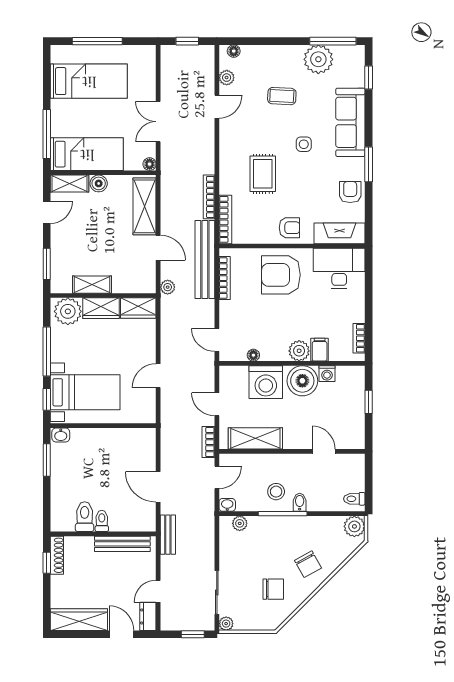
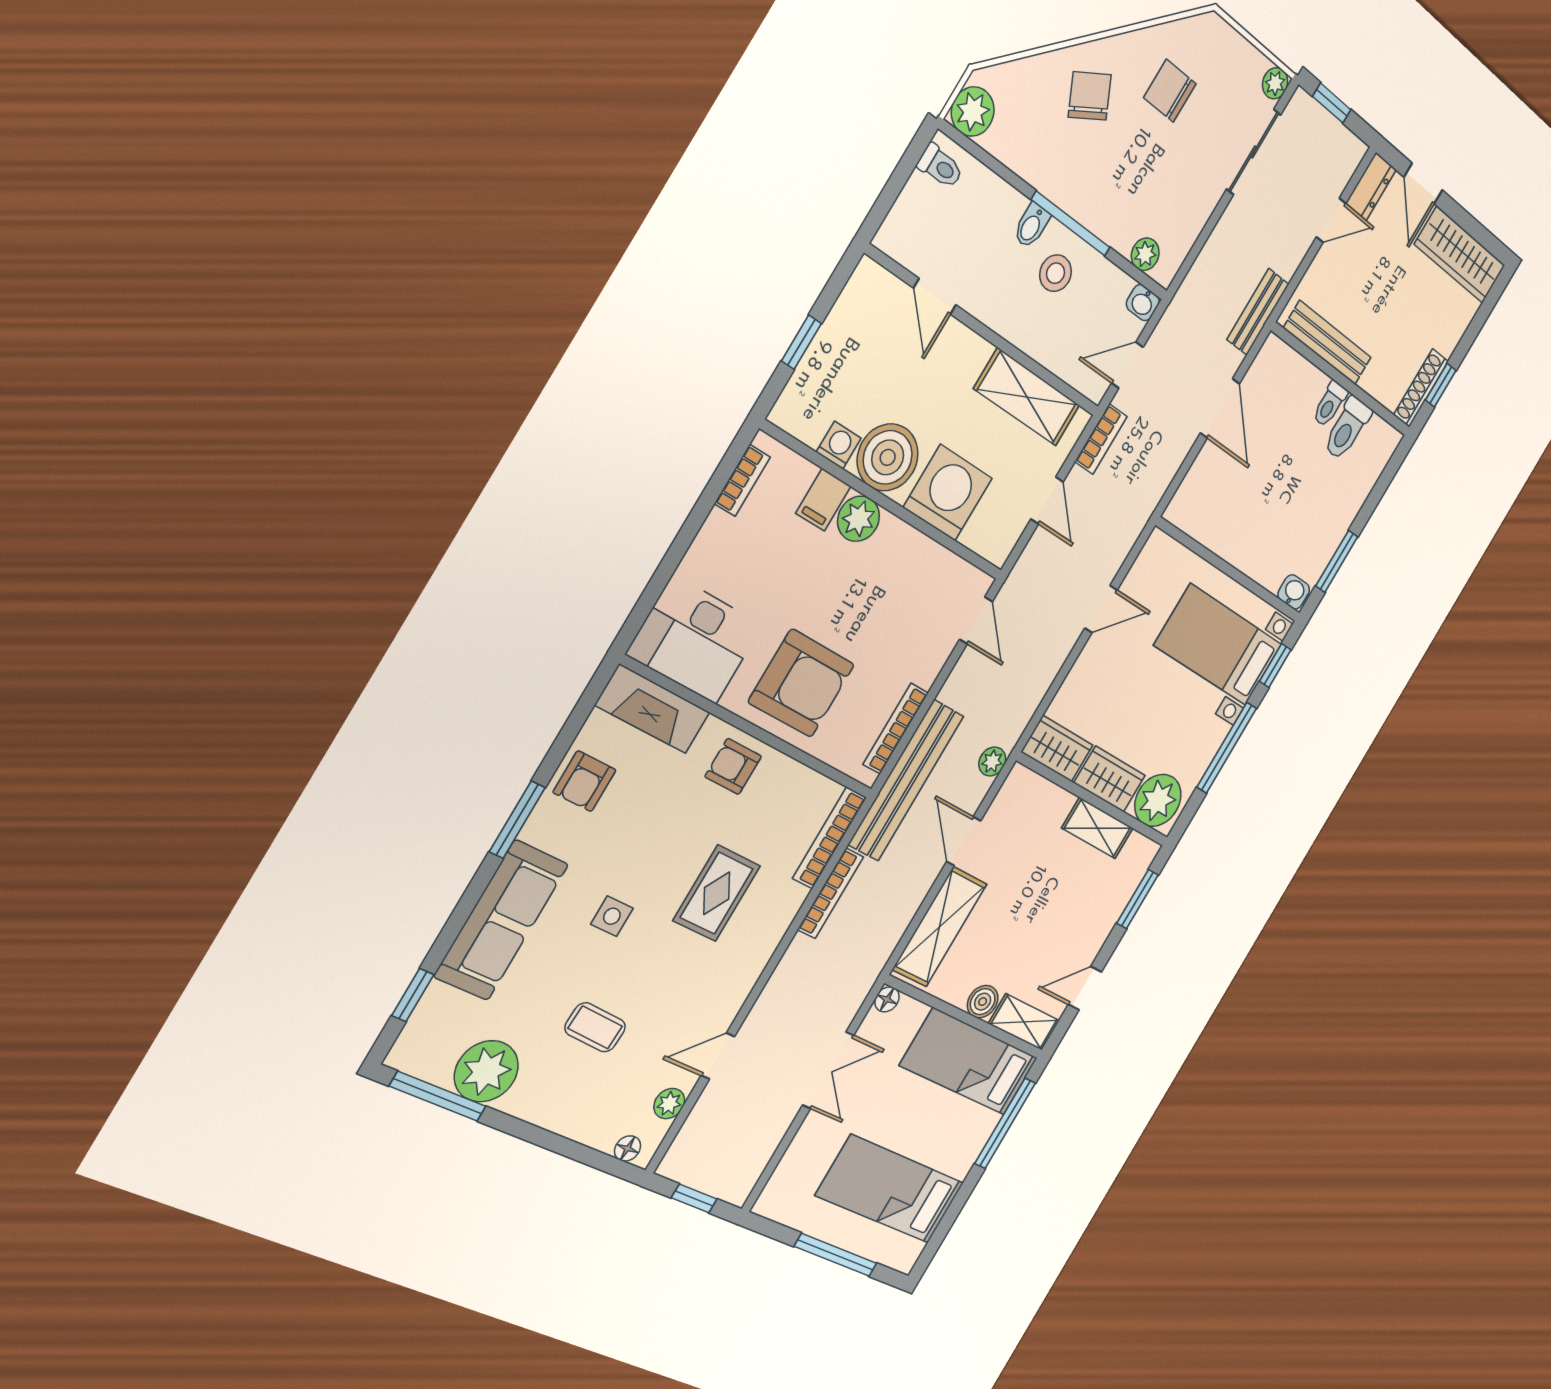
floor lamp: (253, 355) -> (937, 557), removed

